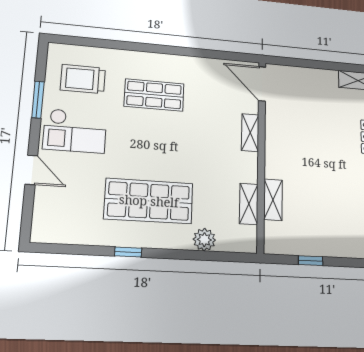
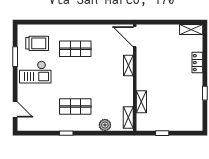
trolley: (83, 79) -> (37, 43), turned 180
door: (31, 170) -> (15, 109), moved
shop shelf: (149, 201) -> (75, 107), width x0.70, depth x0.74
shelving: (249, 204) -> (128, 117), moved

